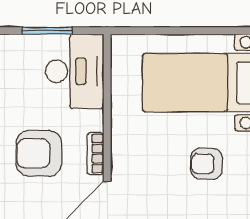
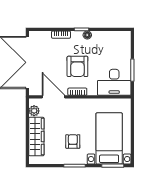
armchair: (39, 153) -> (77, 66), turned 180

